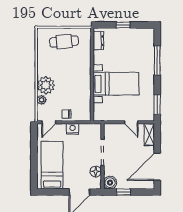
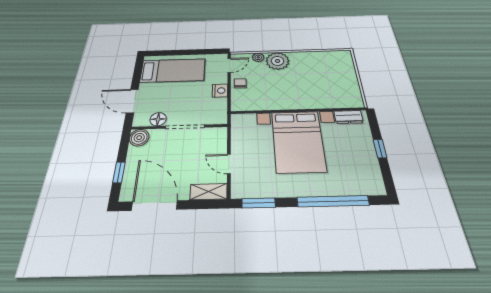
cafe table: (64, 41) -> (339, 78), removed
window: (157, 60) -> (333, 201), width x1.46
bed with nightstands: (116, 84) -> (298, 141), width x1.36
door: (49, 122) -> (229, 65), swing flipped
door: (131, 122) -> (229, 164), hinge flipped
window: (124, 192) -> (119, 172), moved

